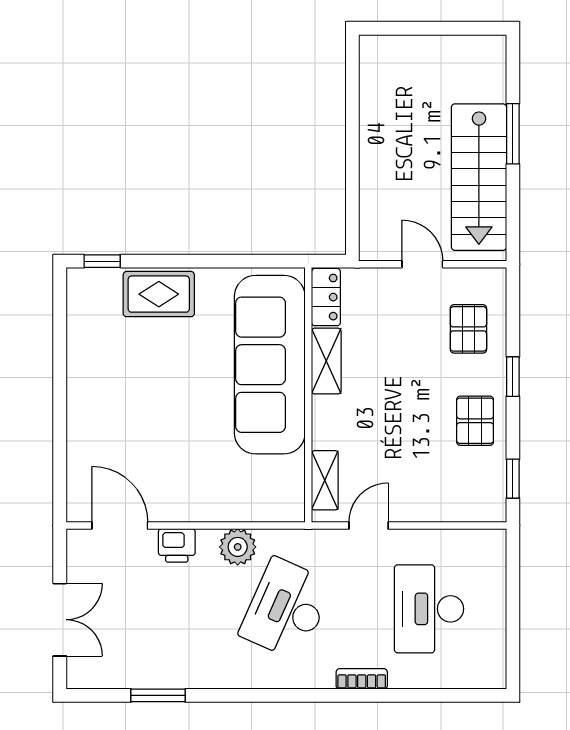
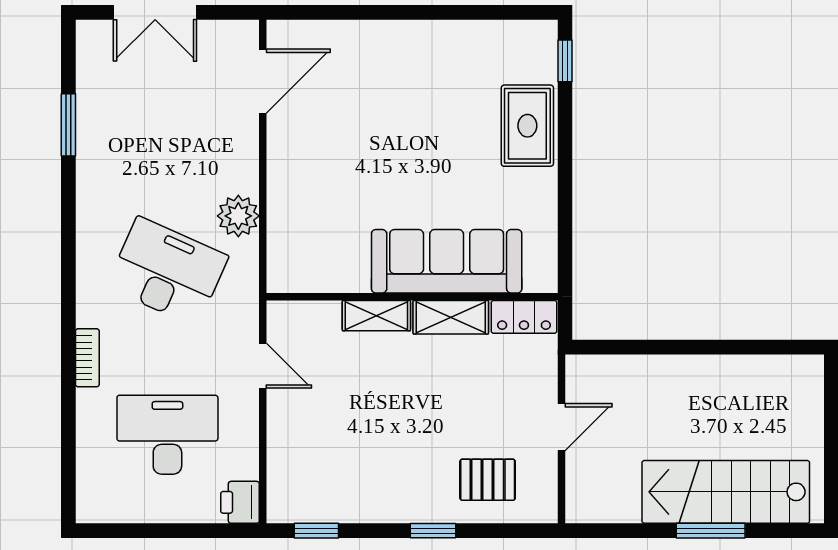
stairs: (479, 177) -> (726, 492), moved
sofa: (270, 365) -> (447, 261), width x0.74, depth x0.79
pallet: (475, 421) -> (383, 487), removed
shelving: (325, 480) -> (376, 316), moved
printer: (177, 545) -> (240, 502), moved

